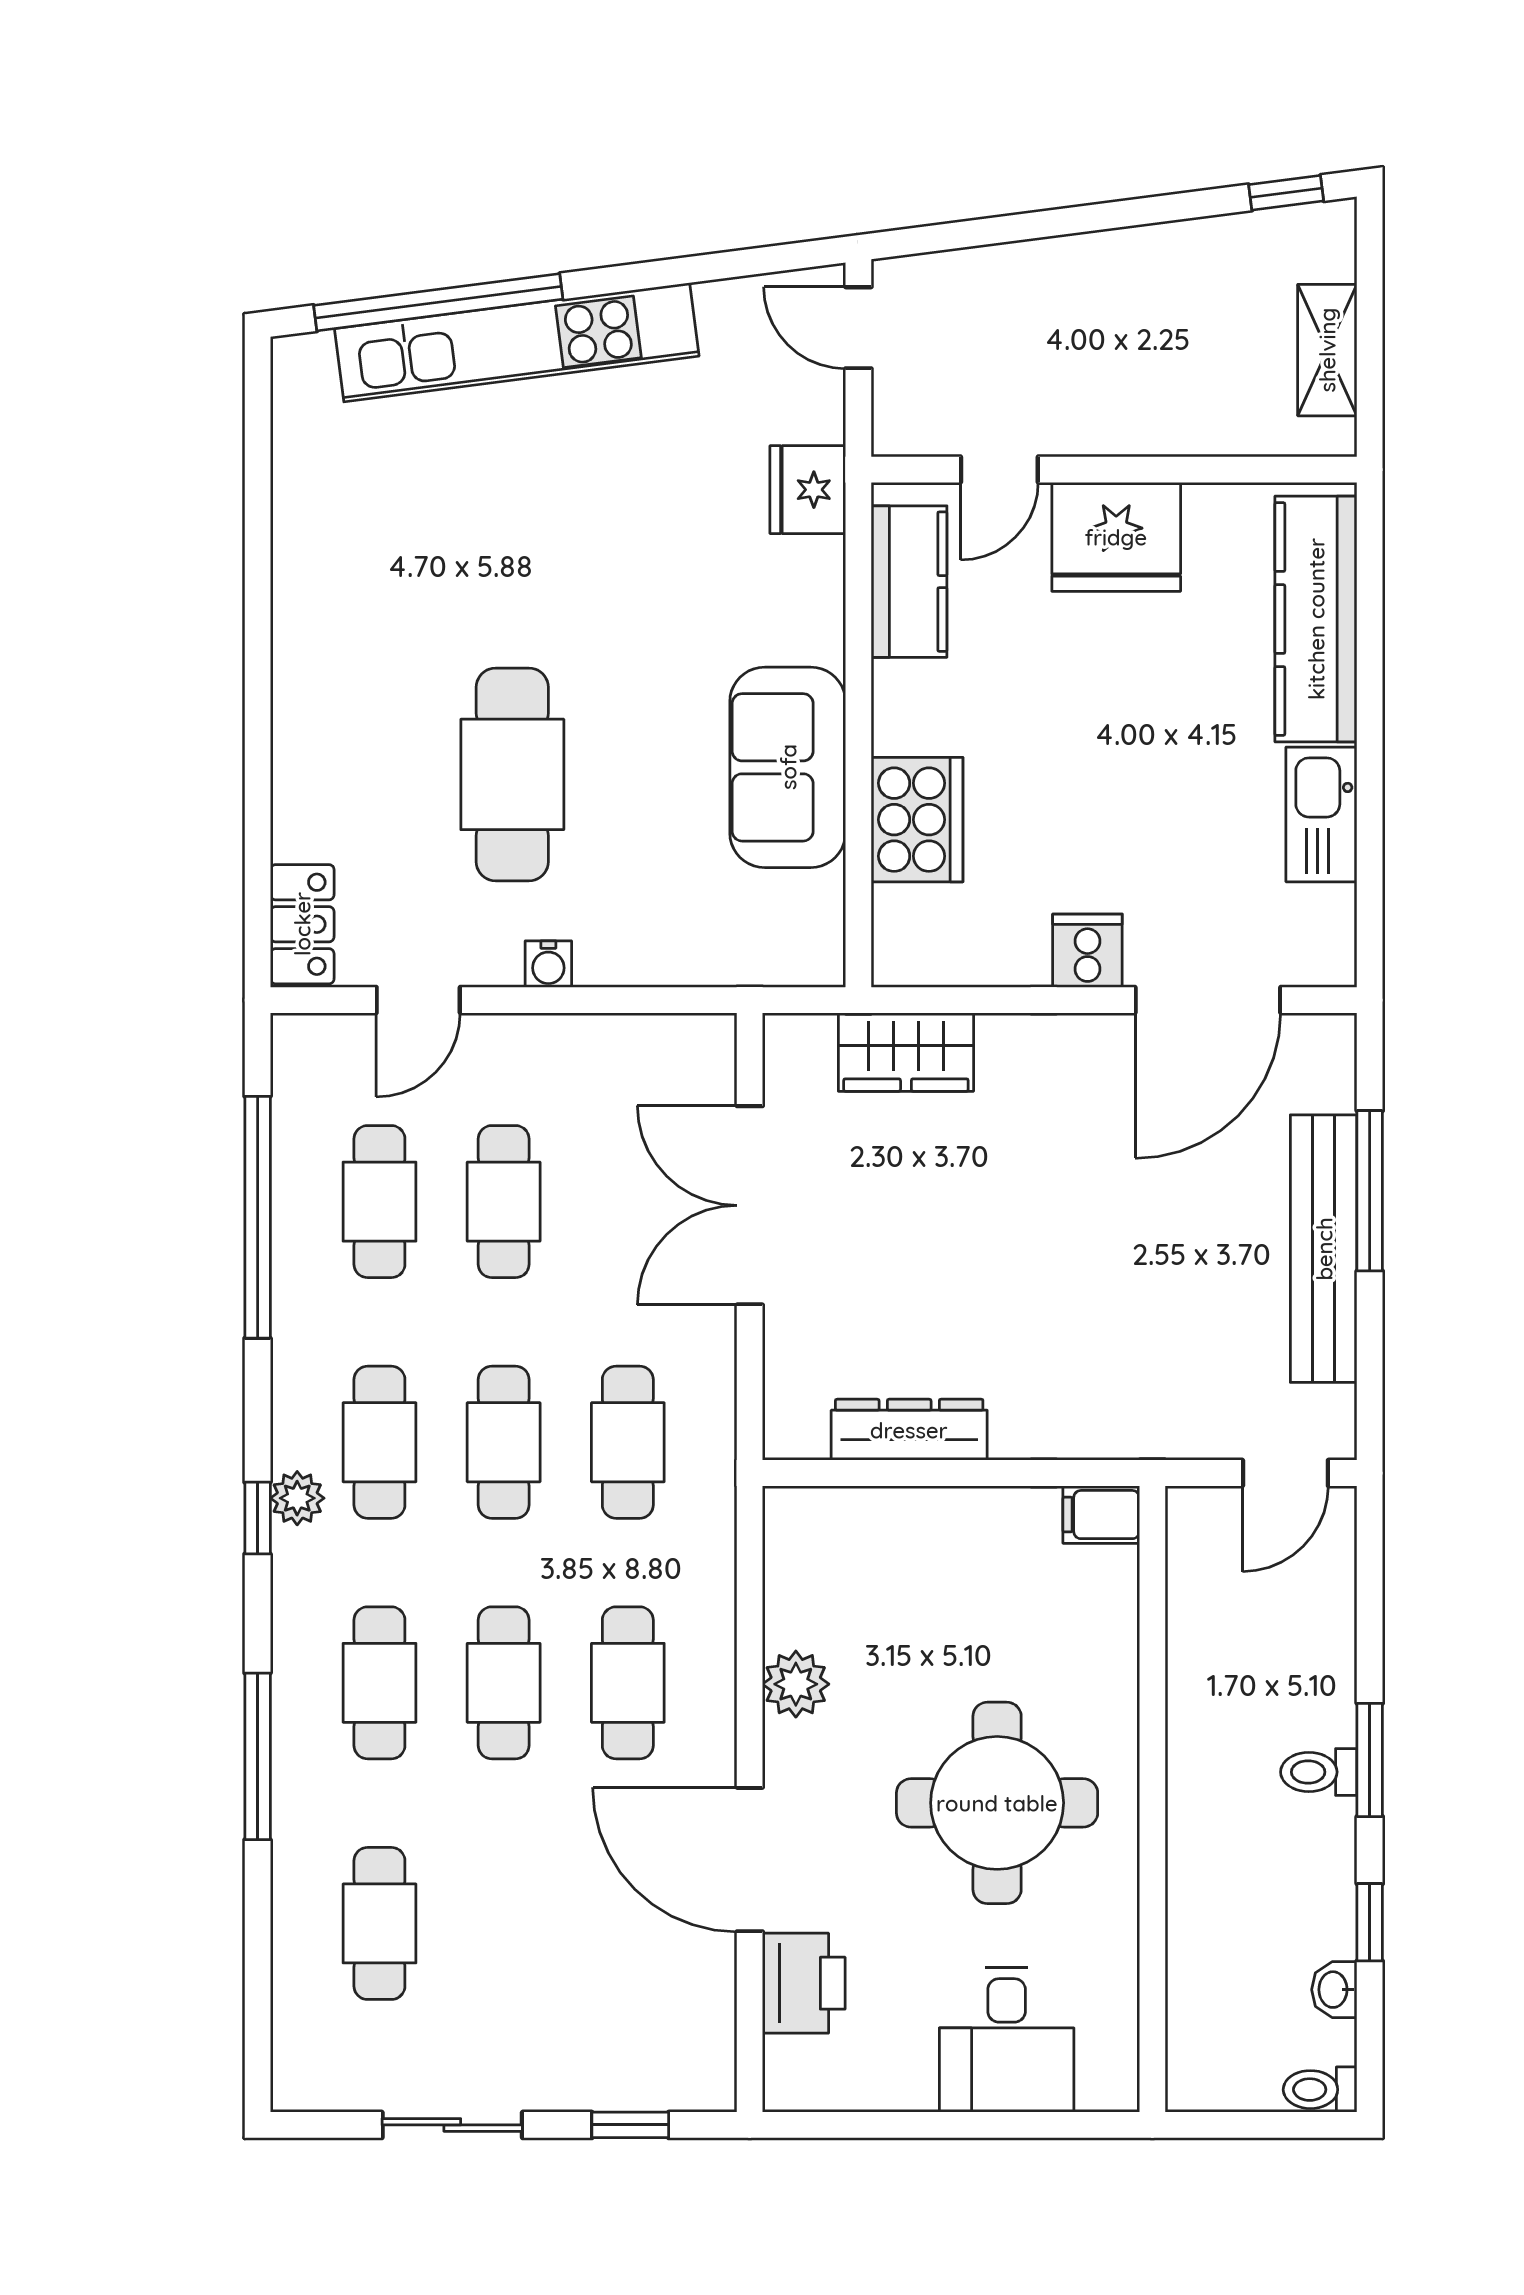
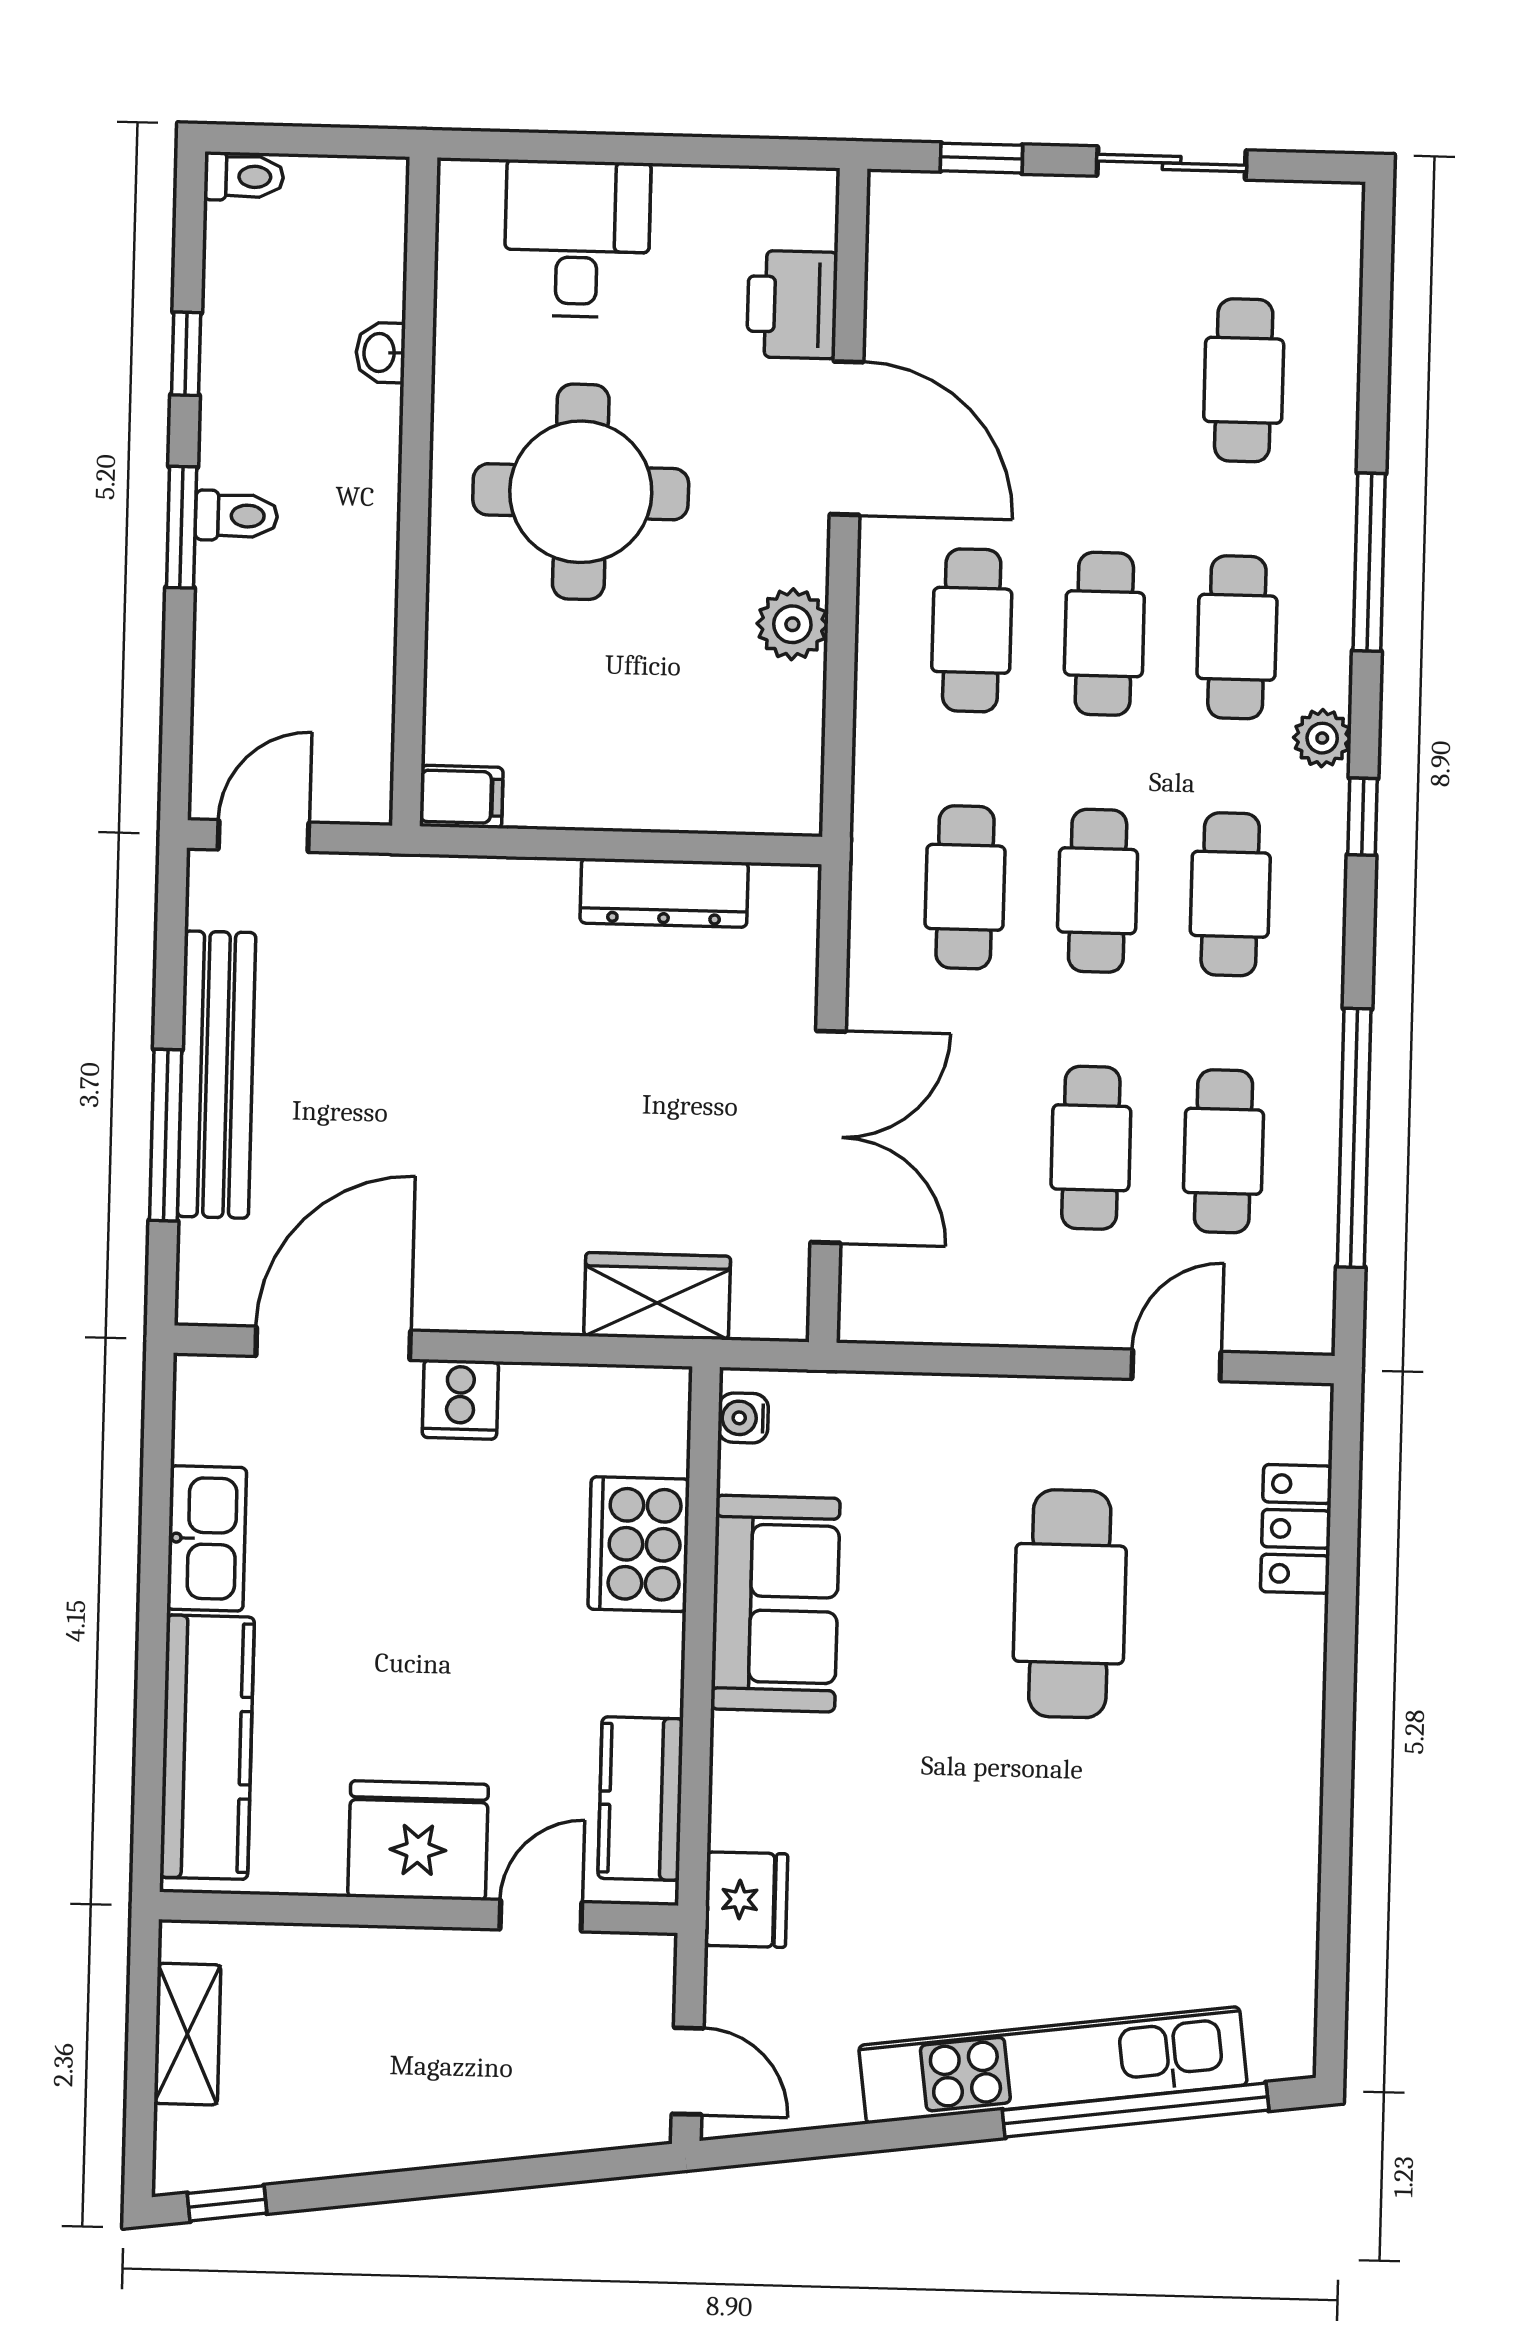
locker: (302, 924) -> (1296, 1529), moved
water cooler: (548, 964) -> (743, 1418), moved, turned -90
plant: (297, 1498) -> (1322, 738), moved
washbasin: (1334, 1990) -> (381, 353), moved, turned 180

